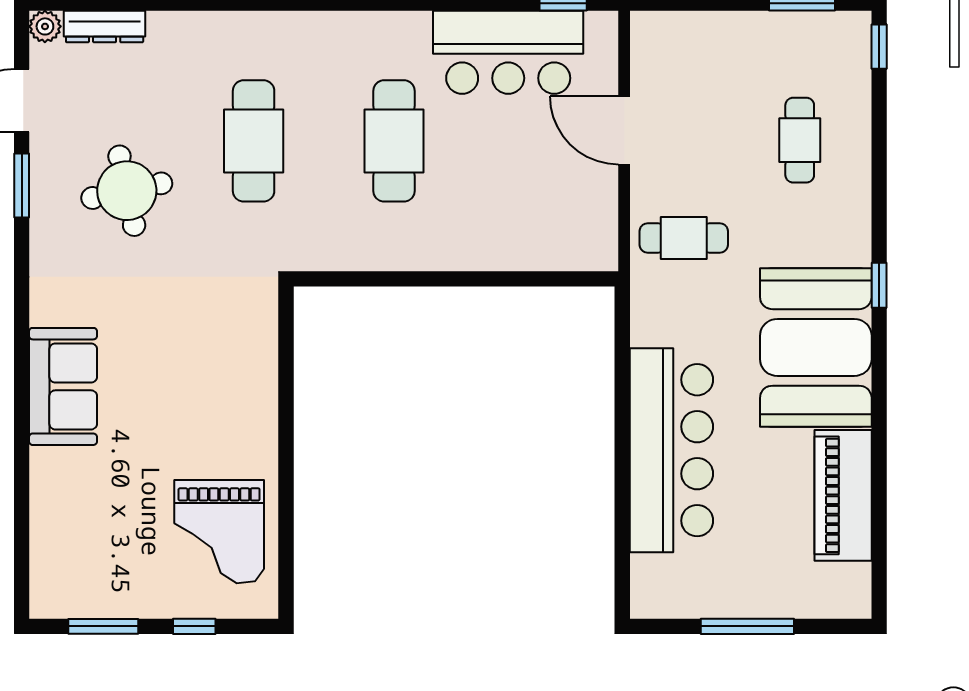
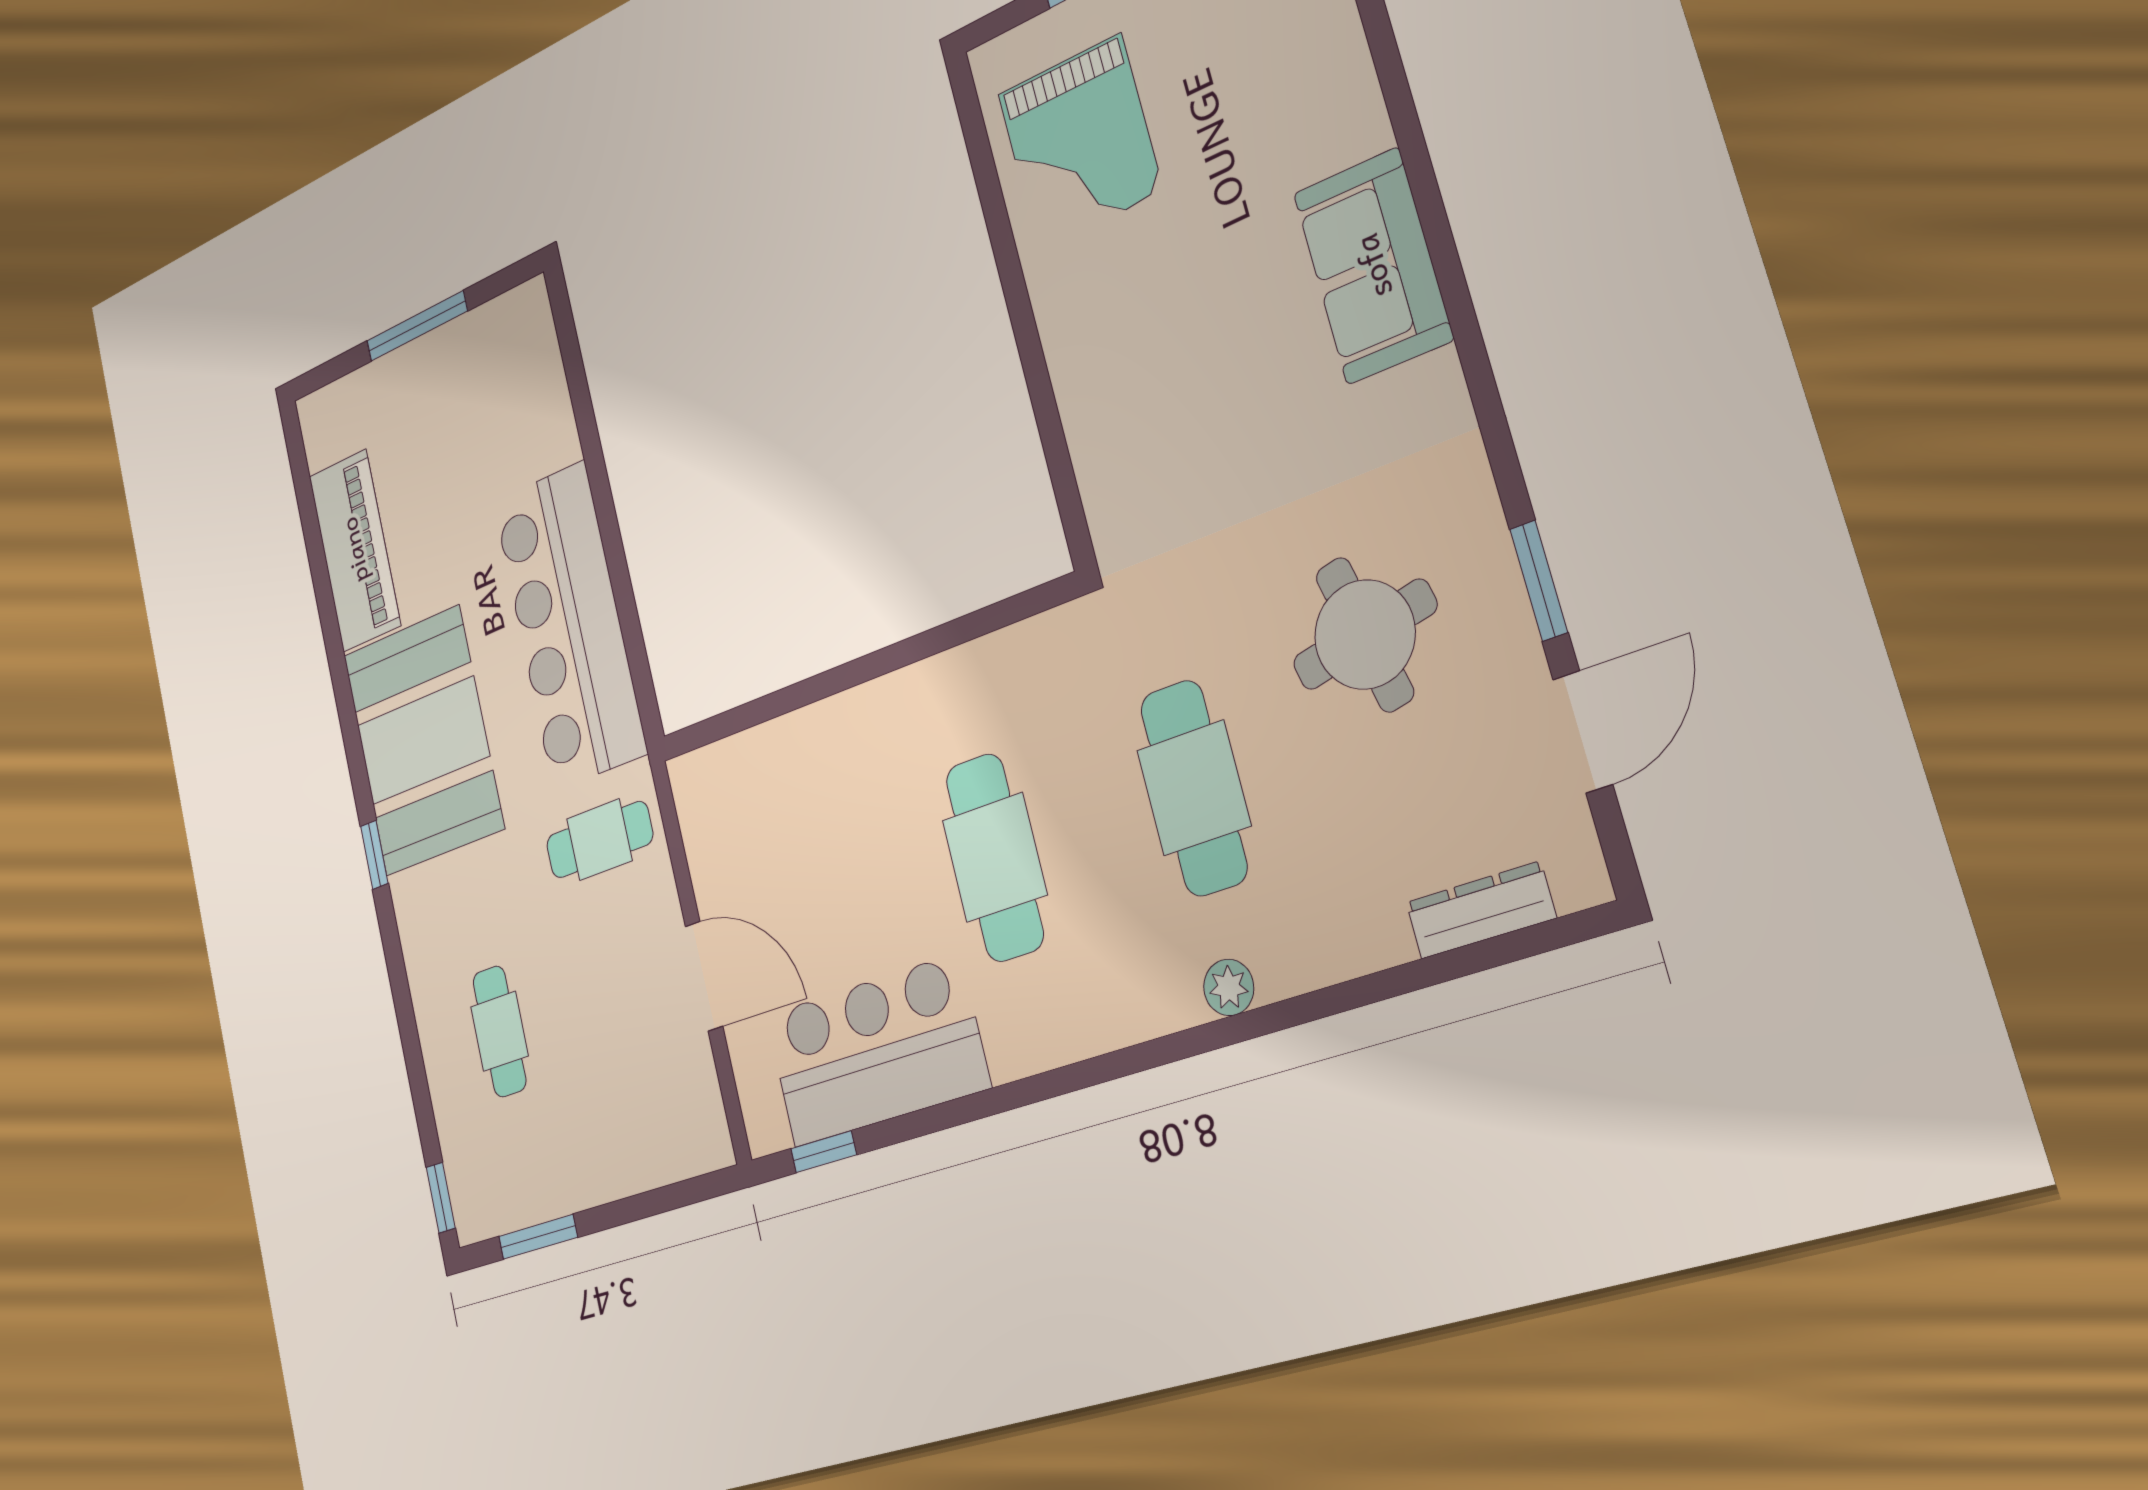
plant: (45, 26) -> (1229, 987), moved
bar counter: (671, 450) -> (569, 625), moved
grand piano: (219, 532) -> (1080, 142), turned 180

